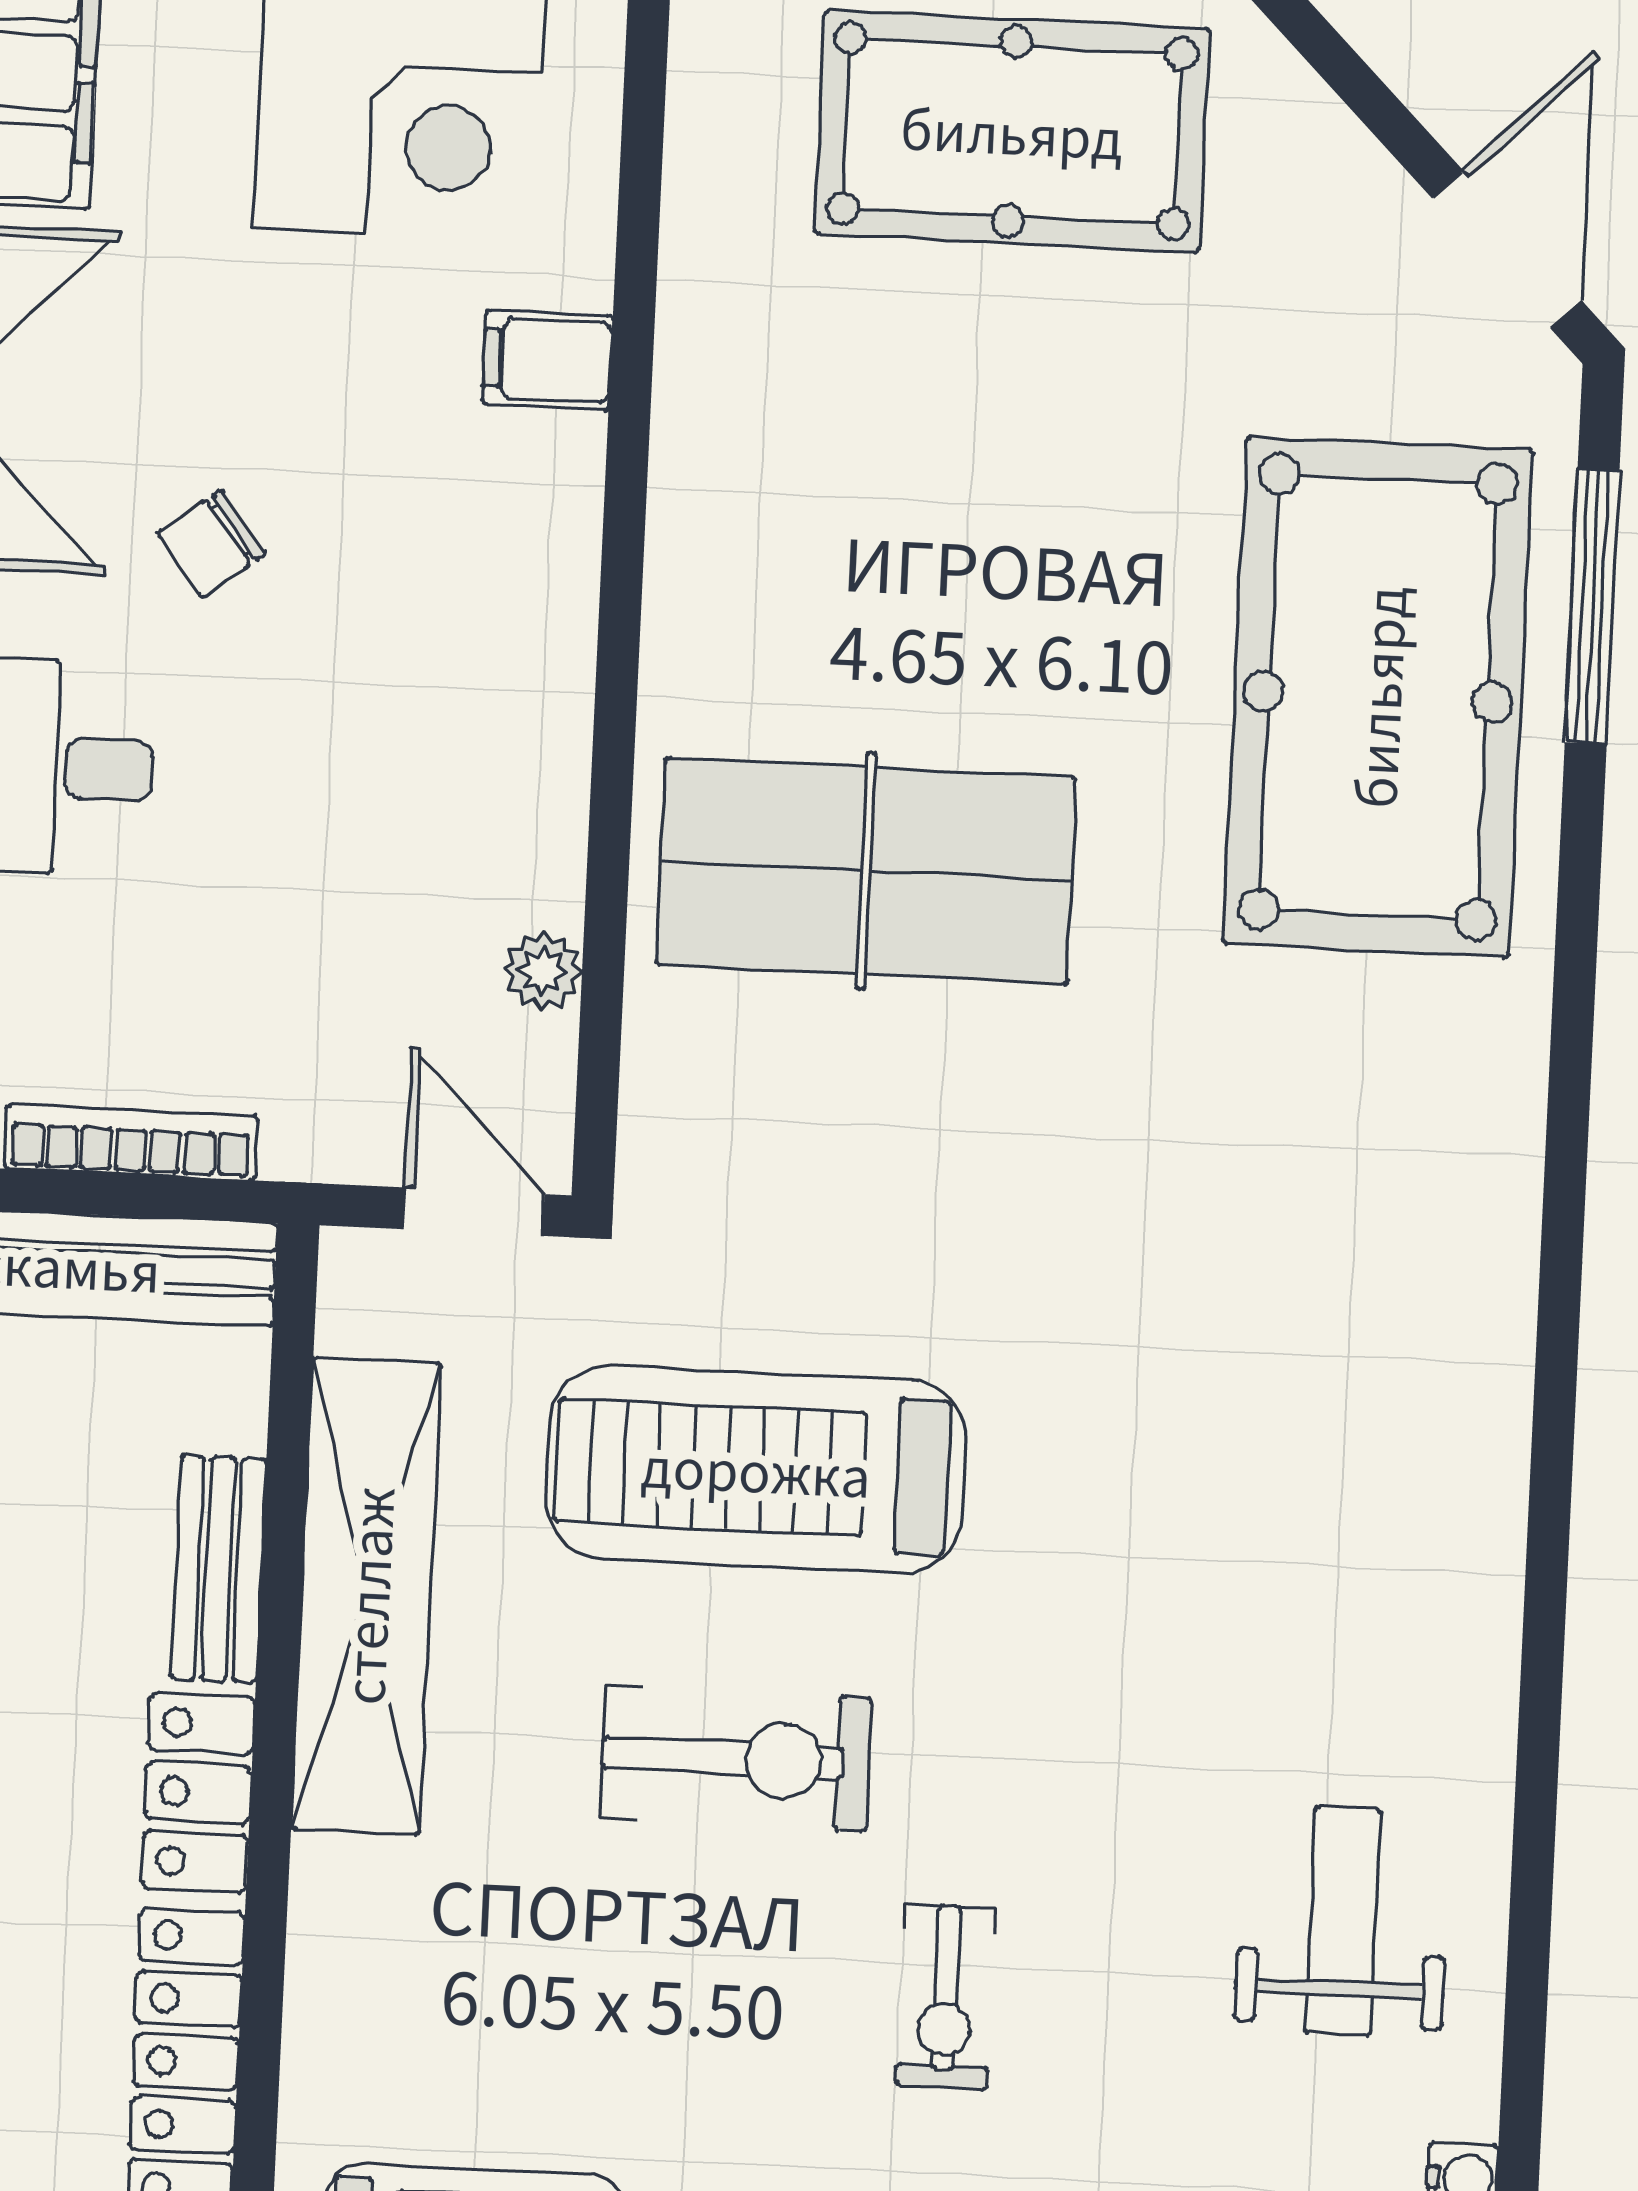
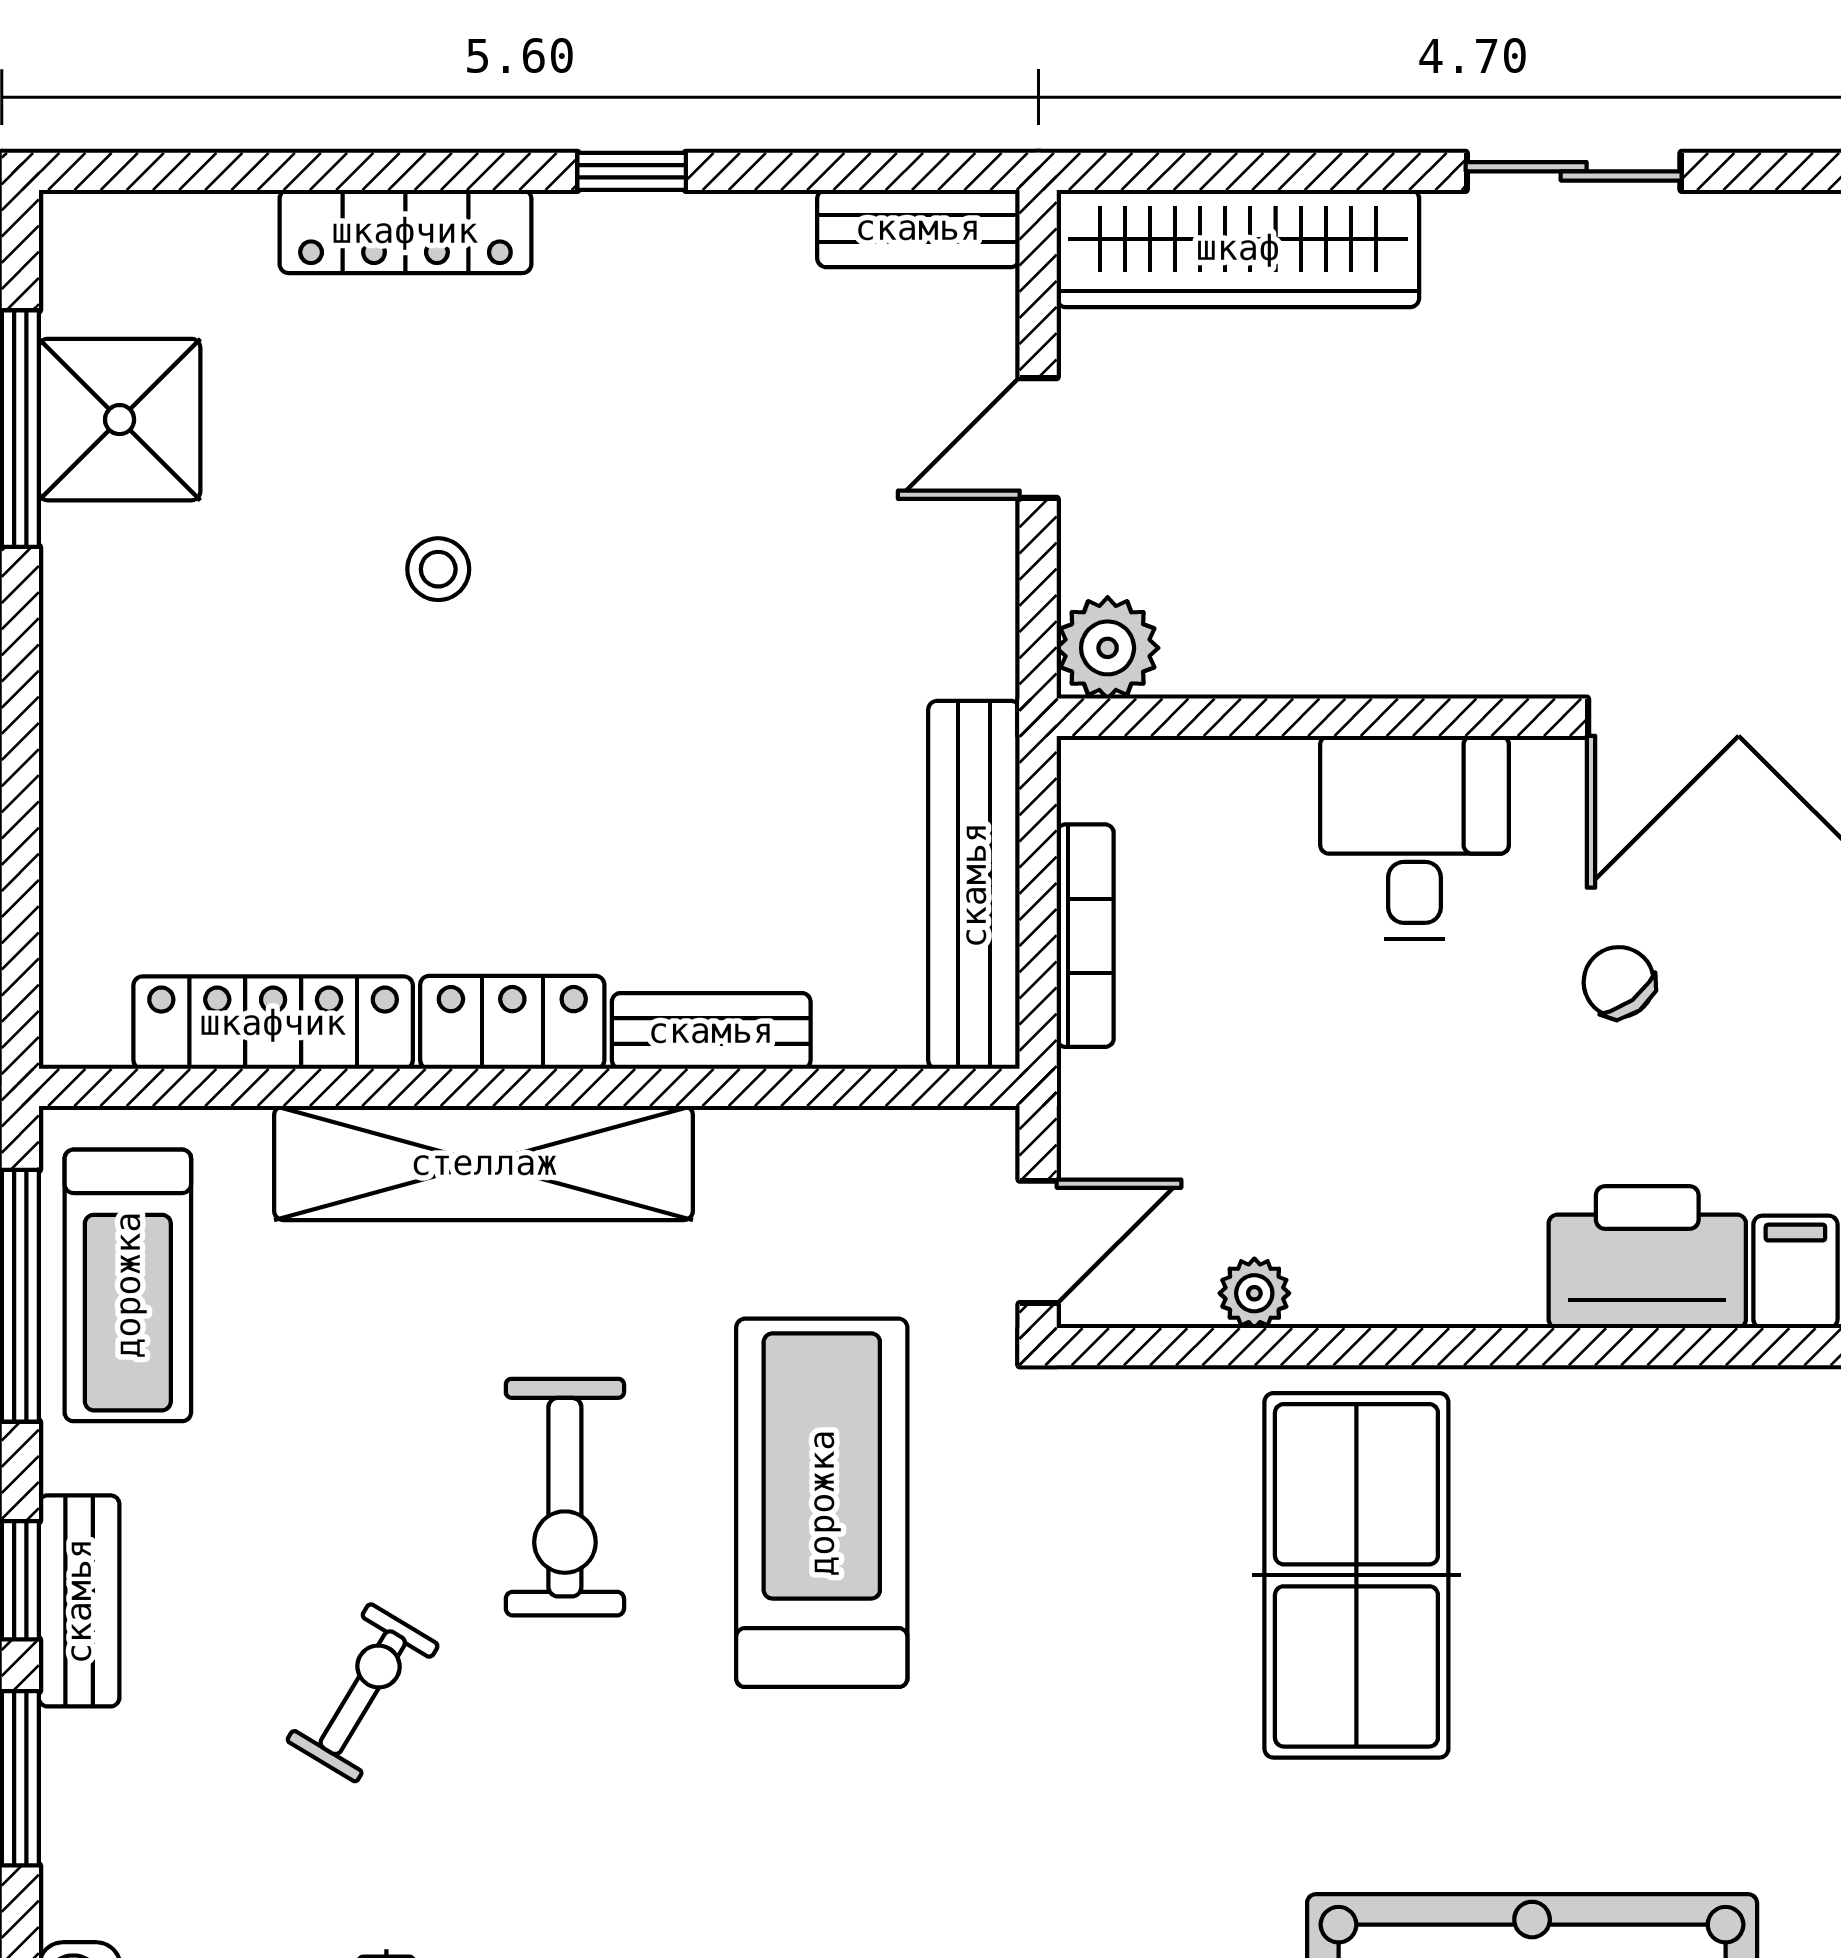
printer: (523, 526) -> (1647, 1257), added
shelving: (366, 1596) -> (484, 1163), moved
exercise bike: (946, 1997) -> (363, 1693), turned 121

